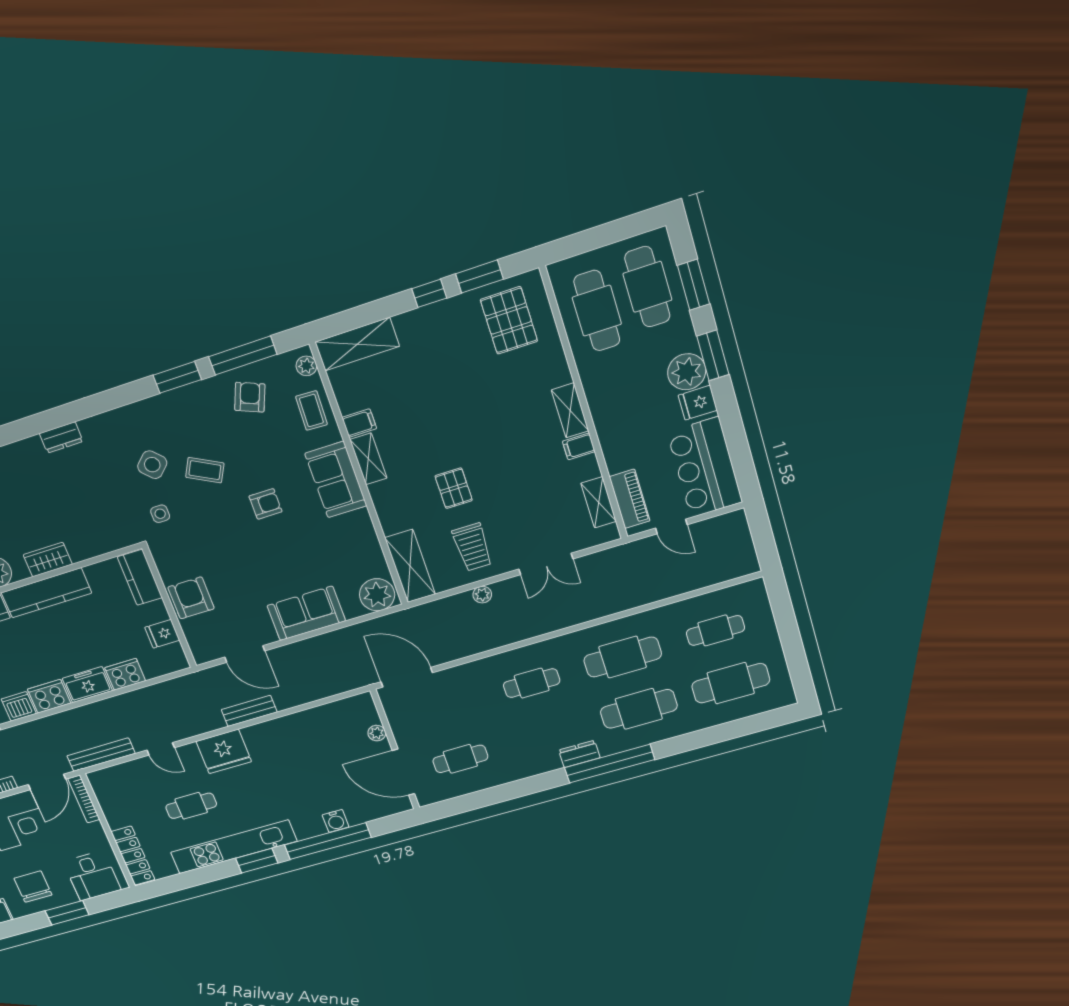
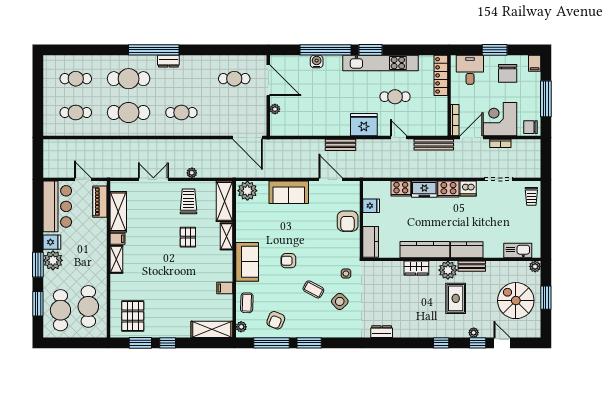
shelving: (368, 459) -> (227, 236), moved
shelving: (599, 502) -> (118, 212), width x1.50, depth x1.33
cafe table: (731, 683) -> (76, 79), width x0.73, depth x0.74

